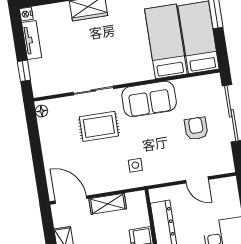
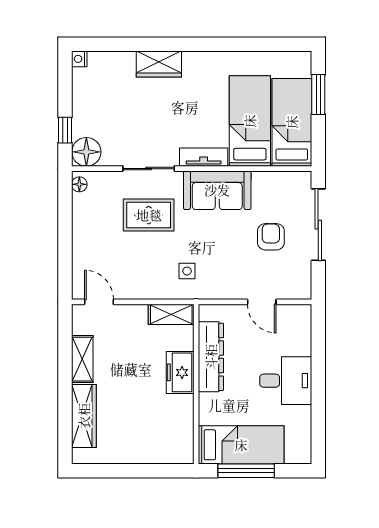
tv unit: (32, 40) -> (204, 157), moved, turned -90
floor lamp: (43, 85) -> (86, 152), added
door: (71, 200) -> (99, 302), width x0.73
shelving: (108, 204) -> (171, 314), moved

